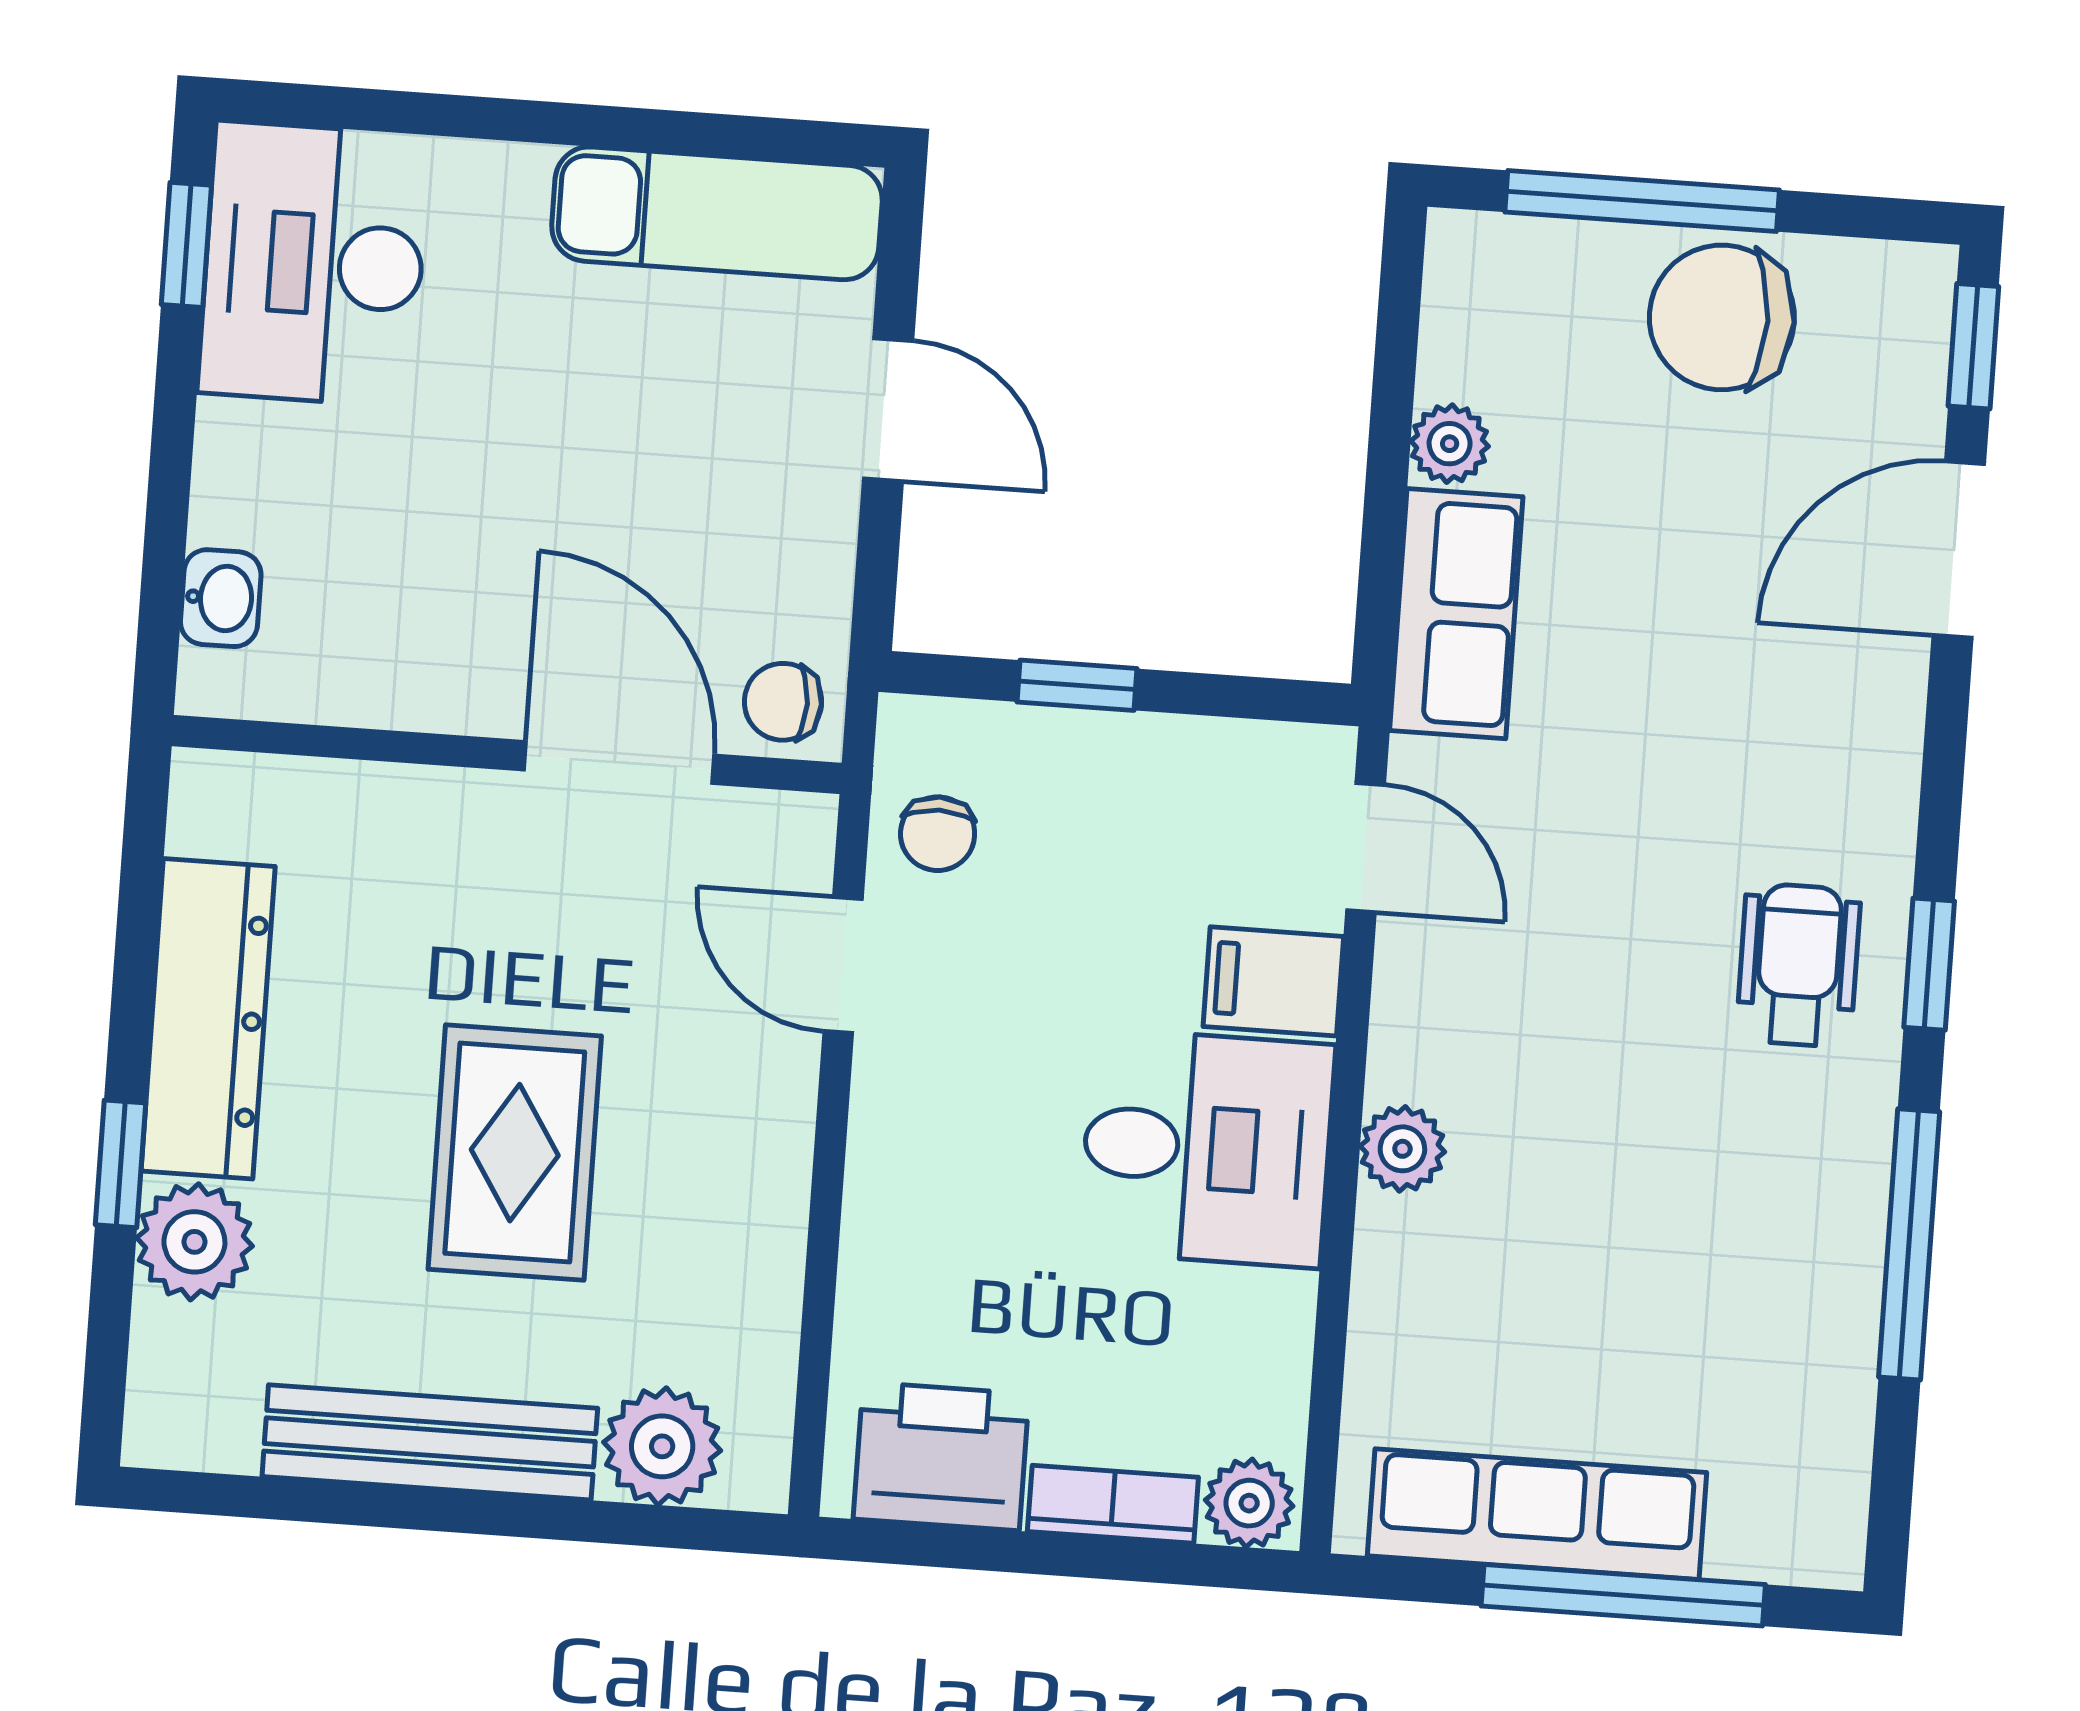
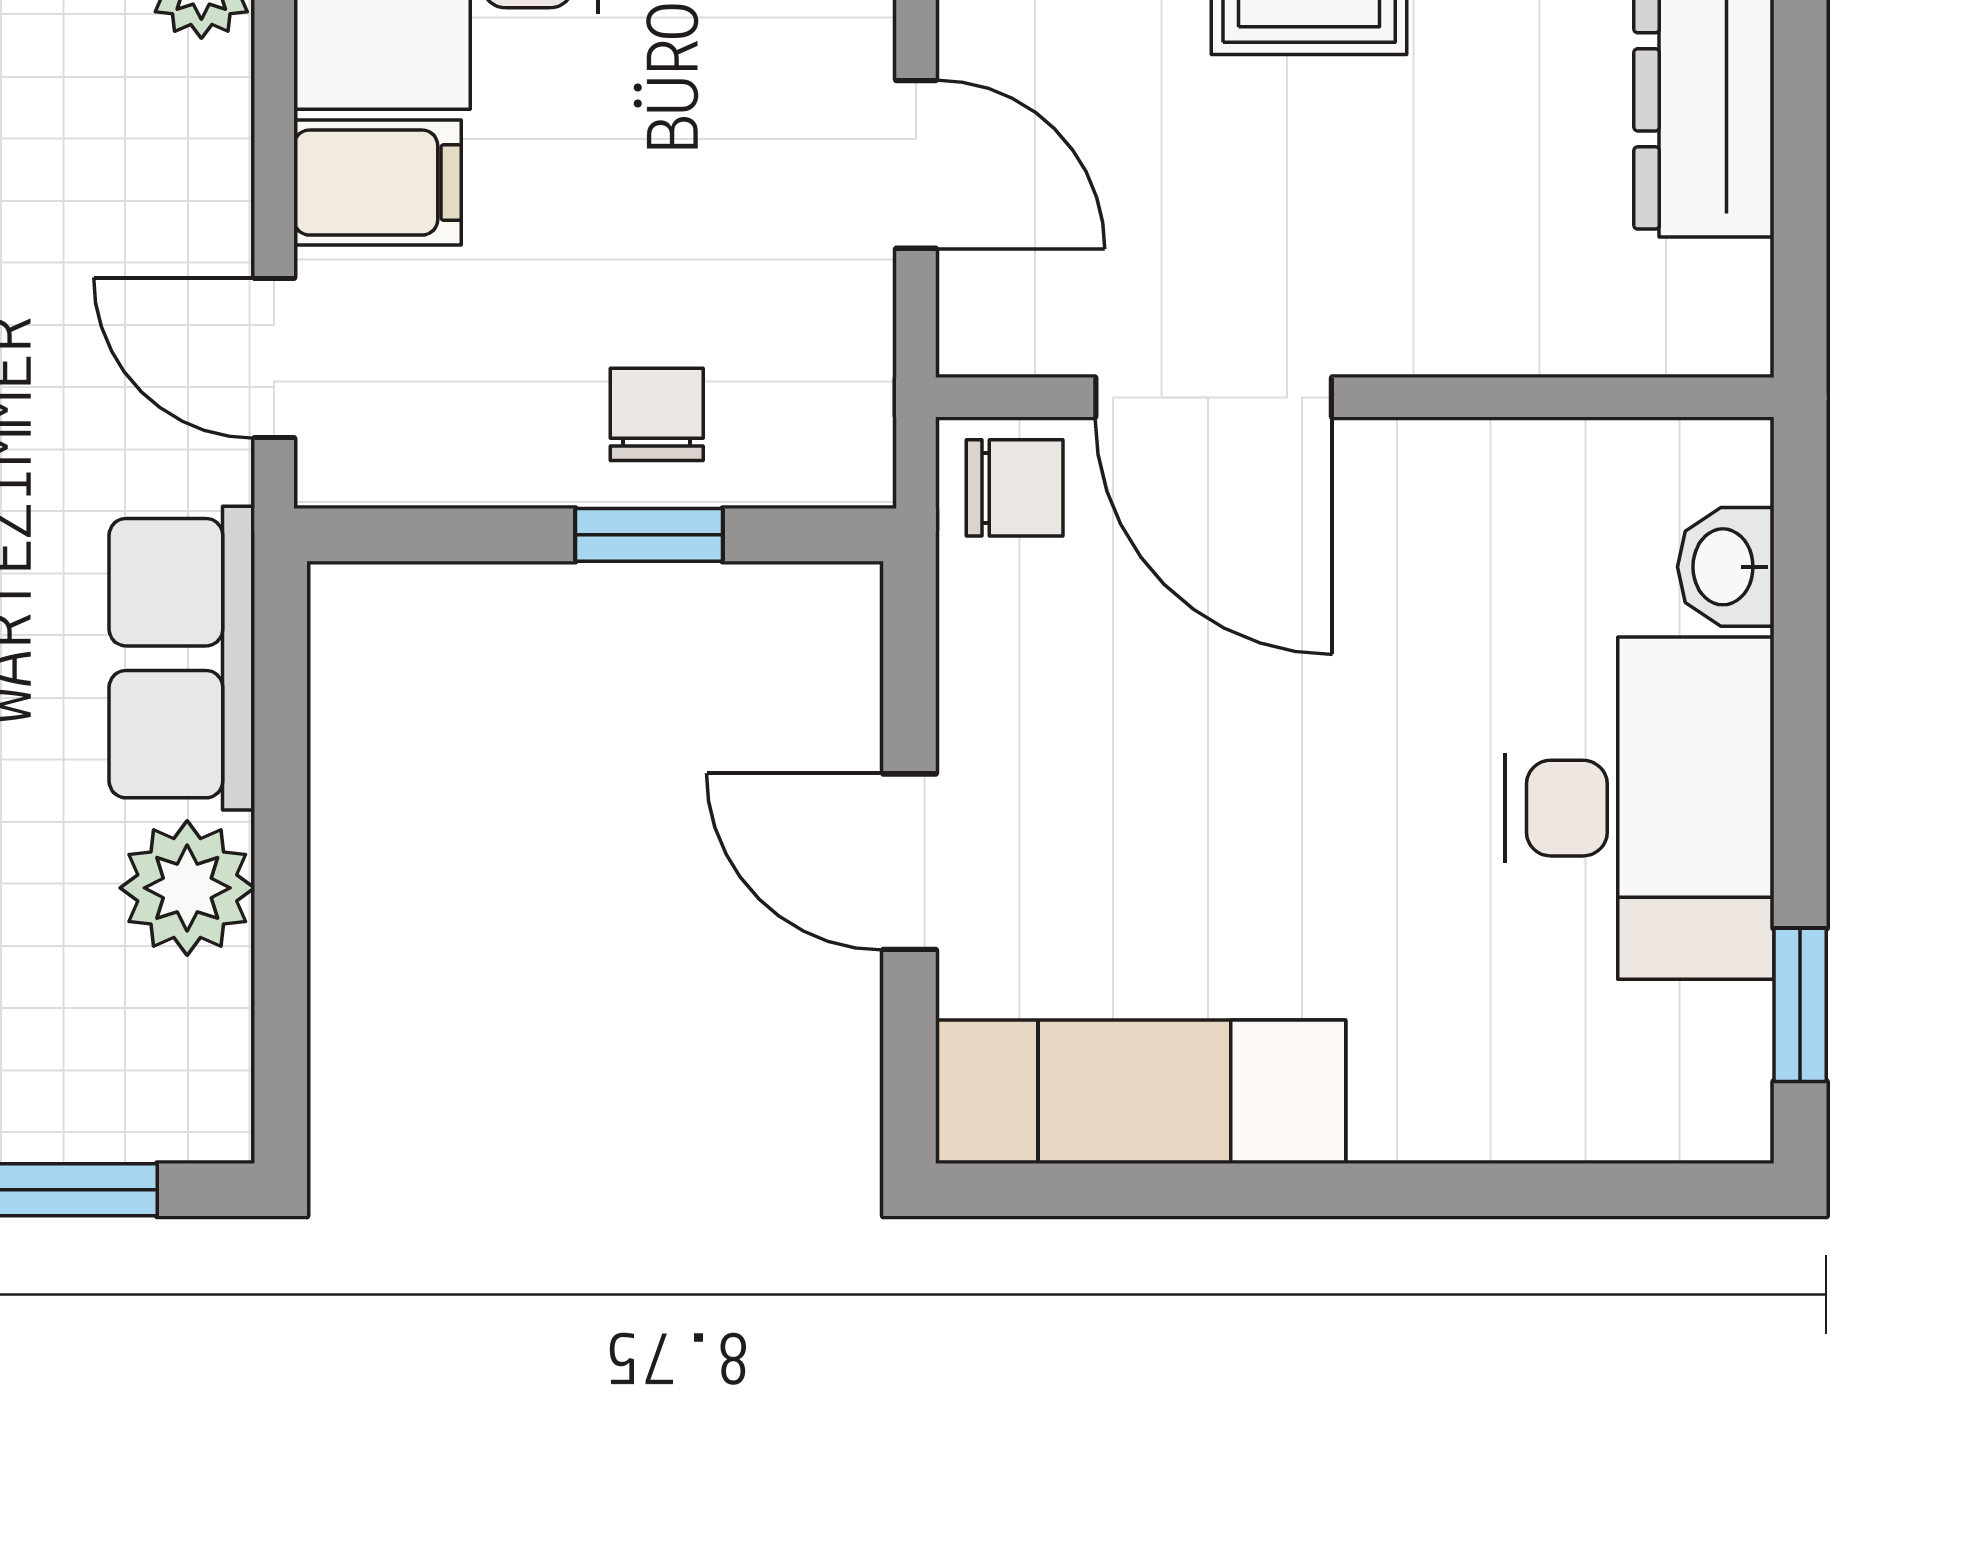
desk: (314, 264) -> (1639, 808), moved
plant: (1450, 444) -> (187, 888), width x1.38, depth x1.38
chair: (938, 834) -> (657, 414), moved

